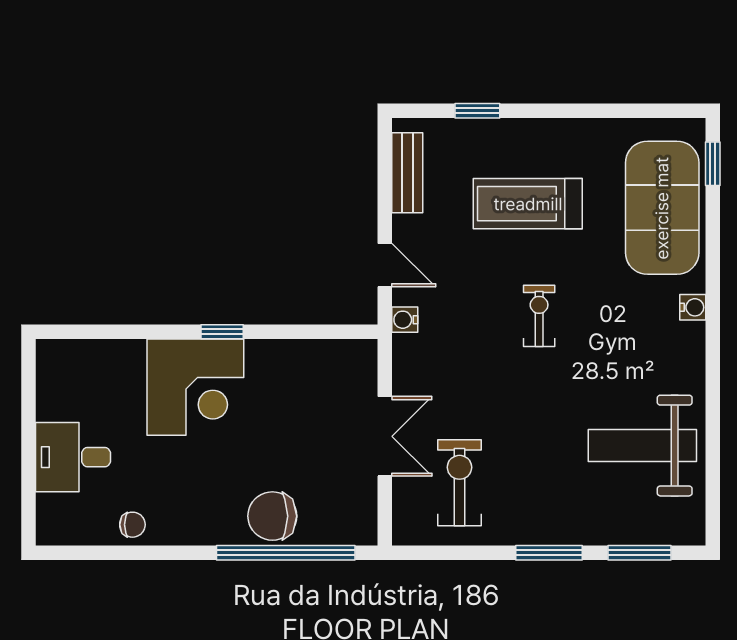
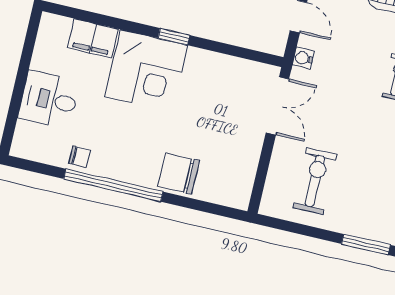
filing cabinet: (113, 360) -> (93, 38), added
double door: (385, 436) -> (277, 106), moved
window: (286, 553) -> (113, 185), moved

